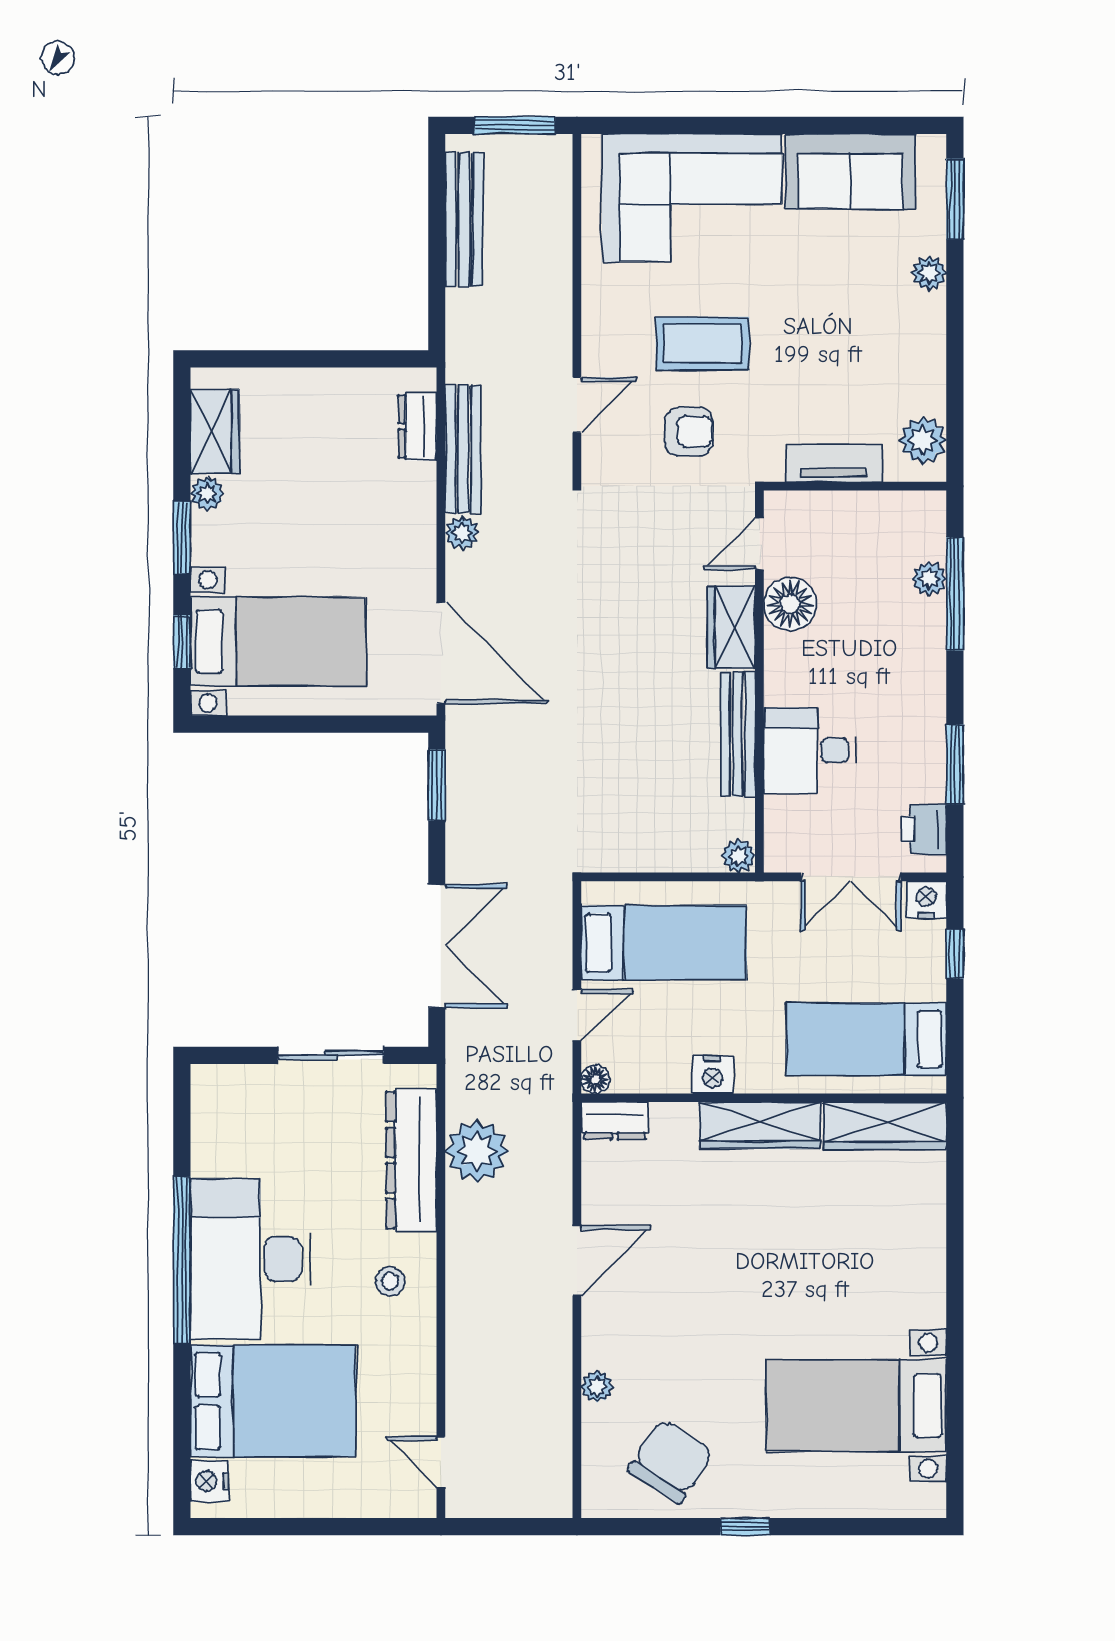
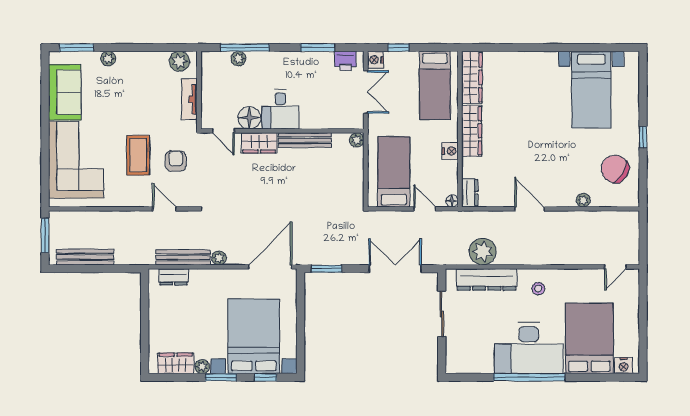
bed with nightstands: (278, 641) -> (254, 336), width x1.36
desk: (810, 750) -> (280, 109), moved

